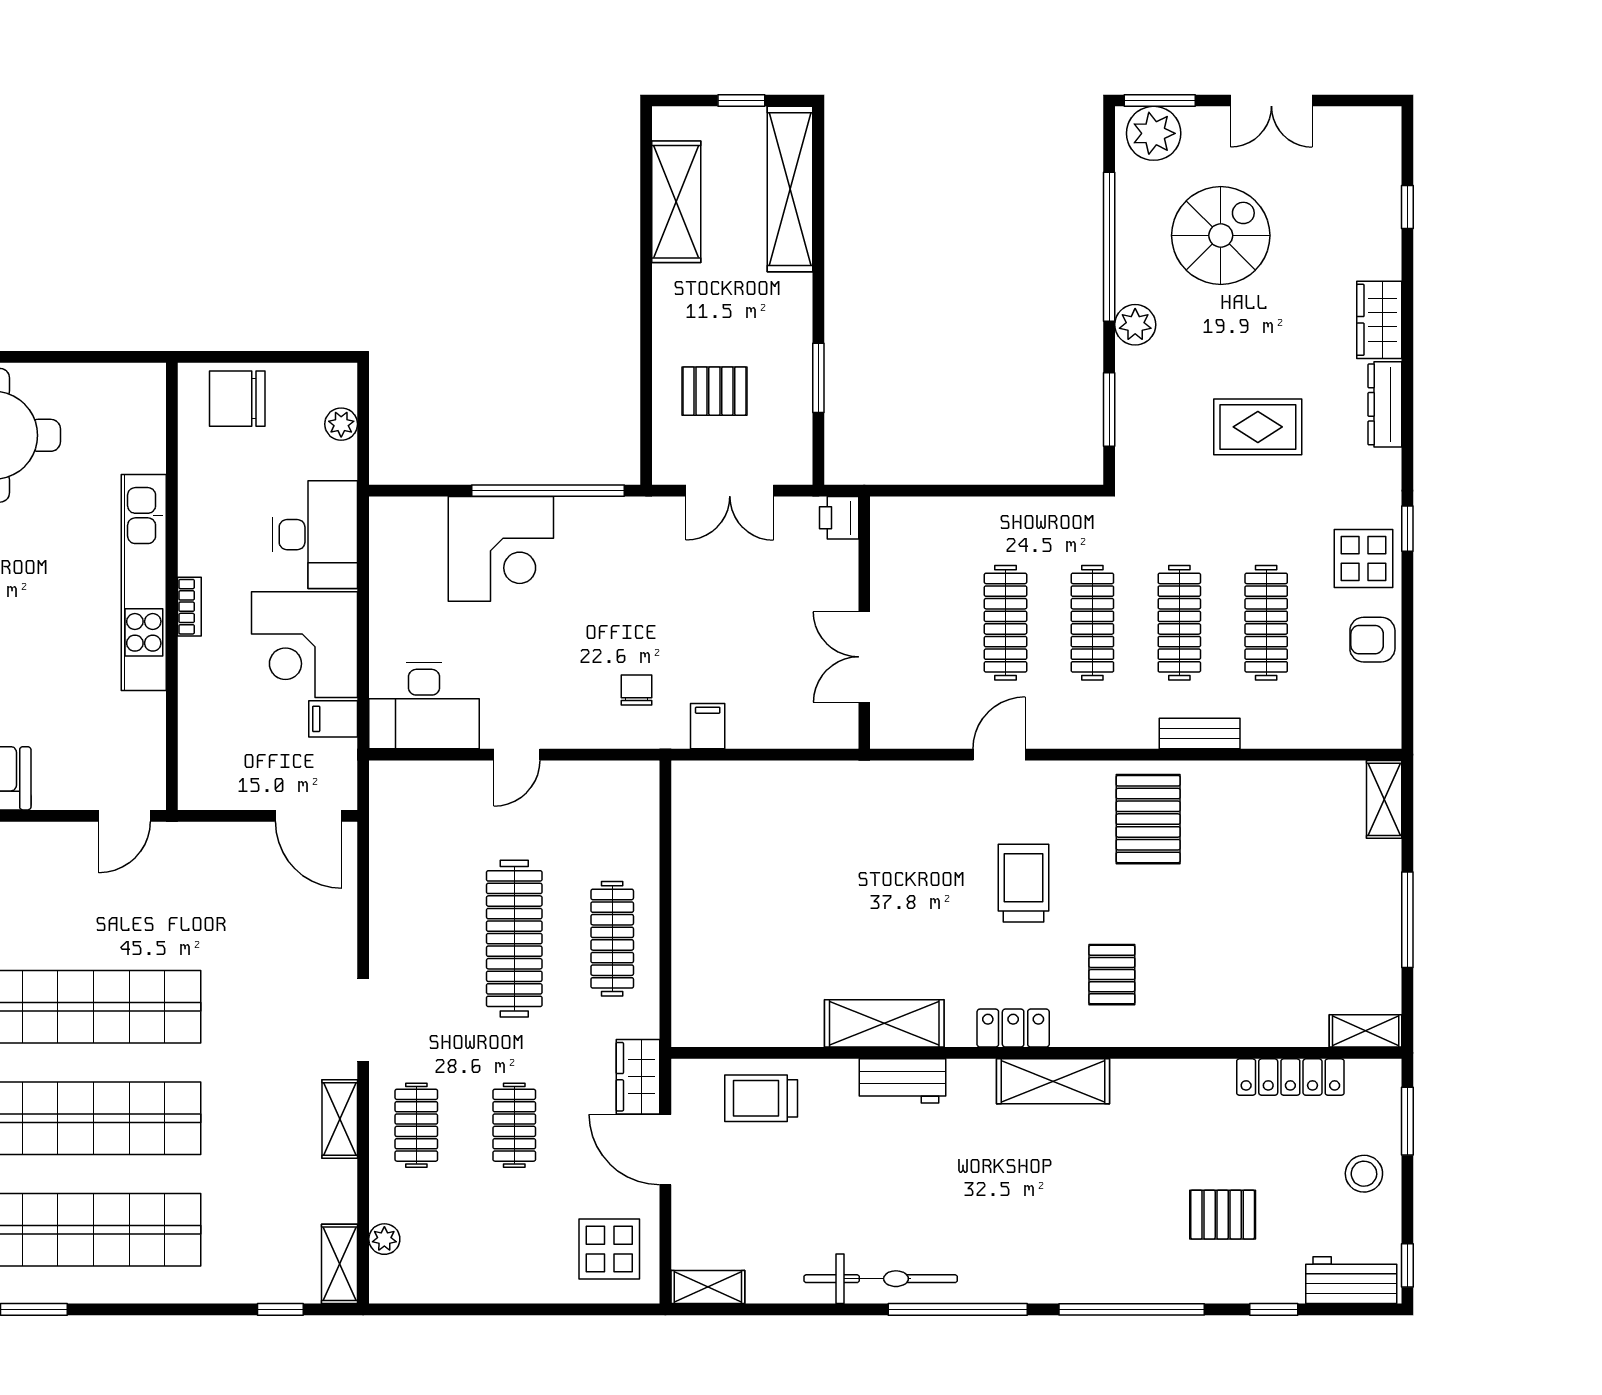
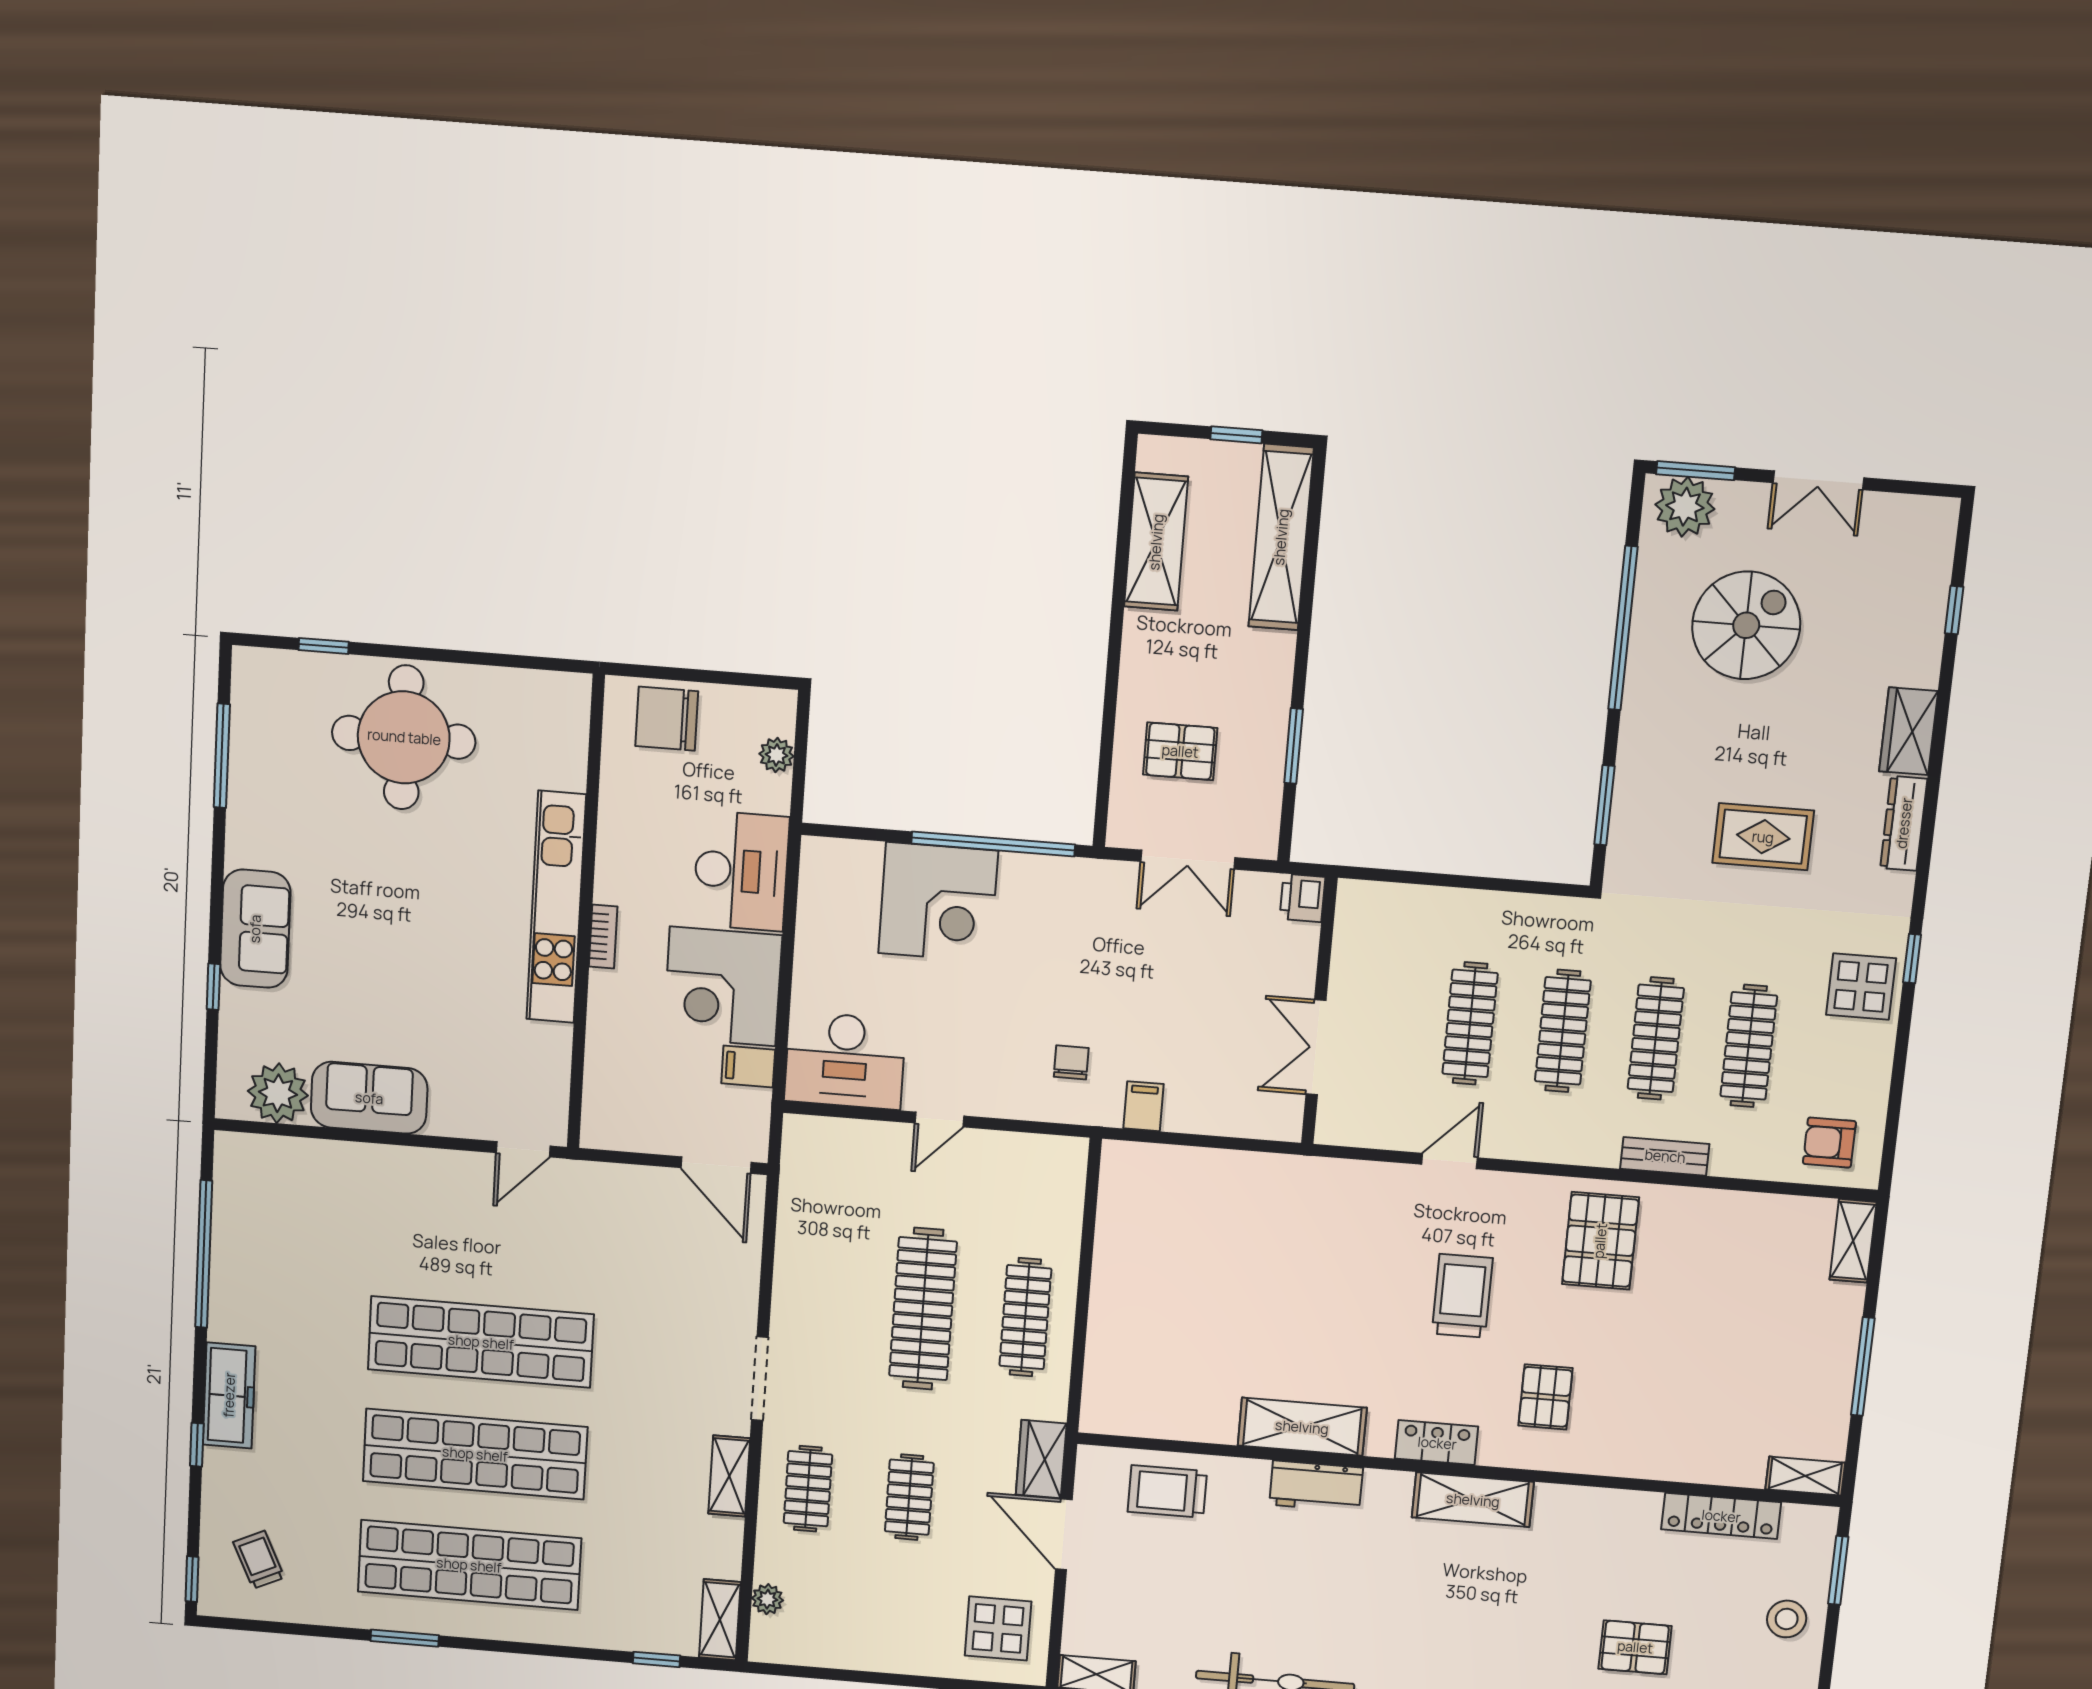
plant: (1135, 325) -> (1642, 716), removed
armchair: (1372, 640) -> (1829, 1143), moved

